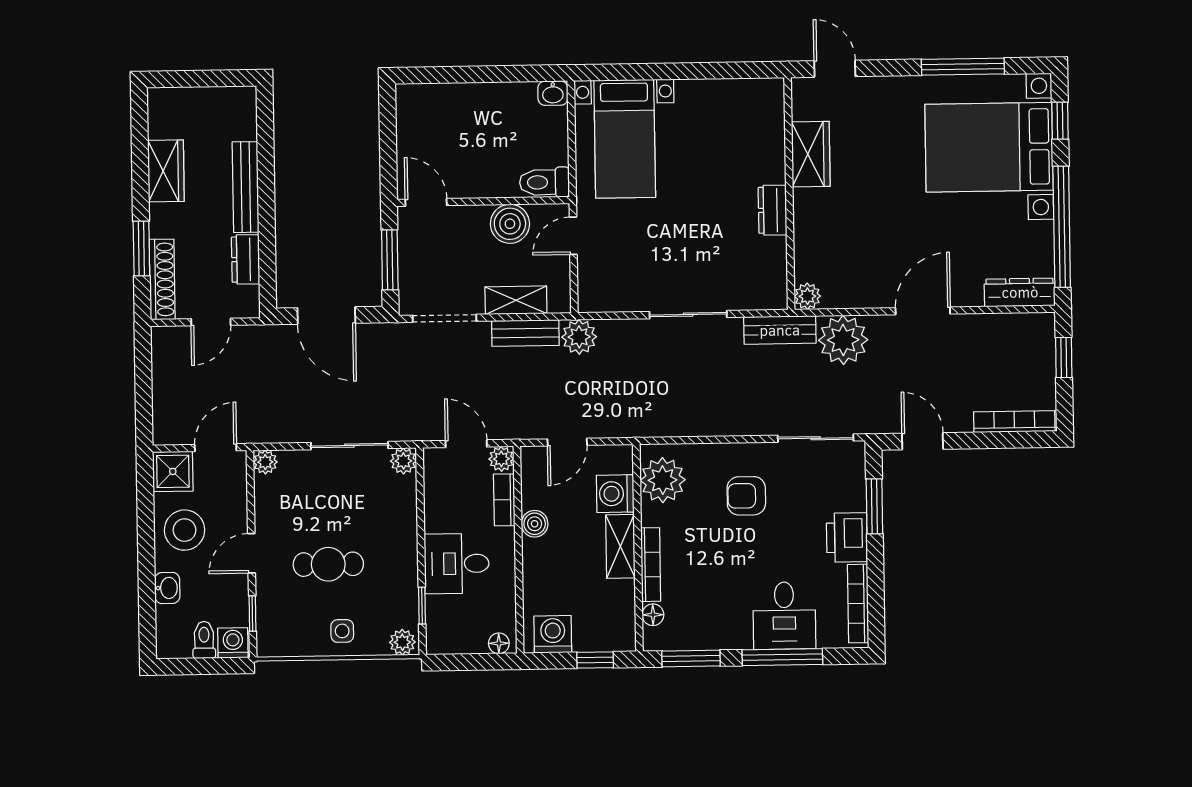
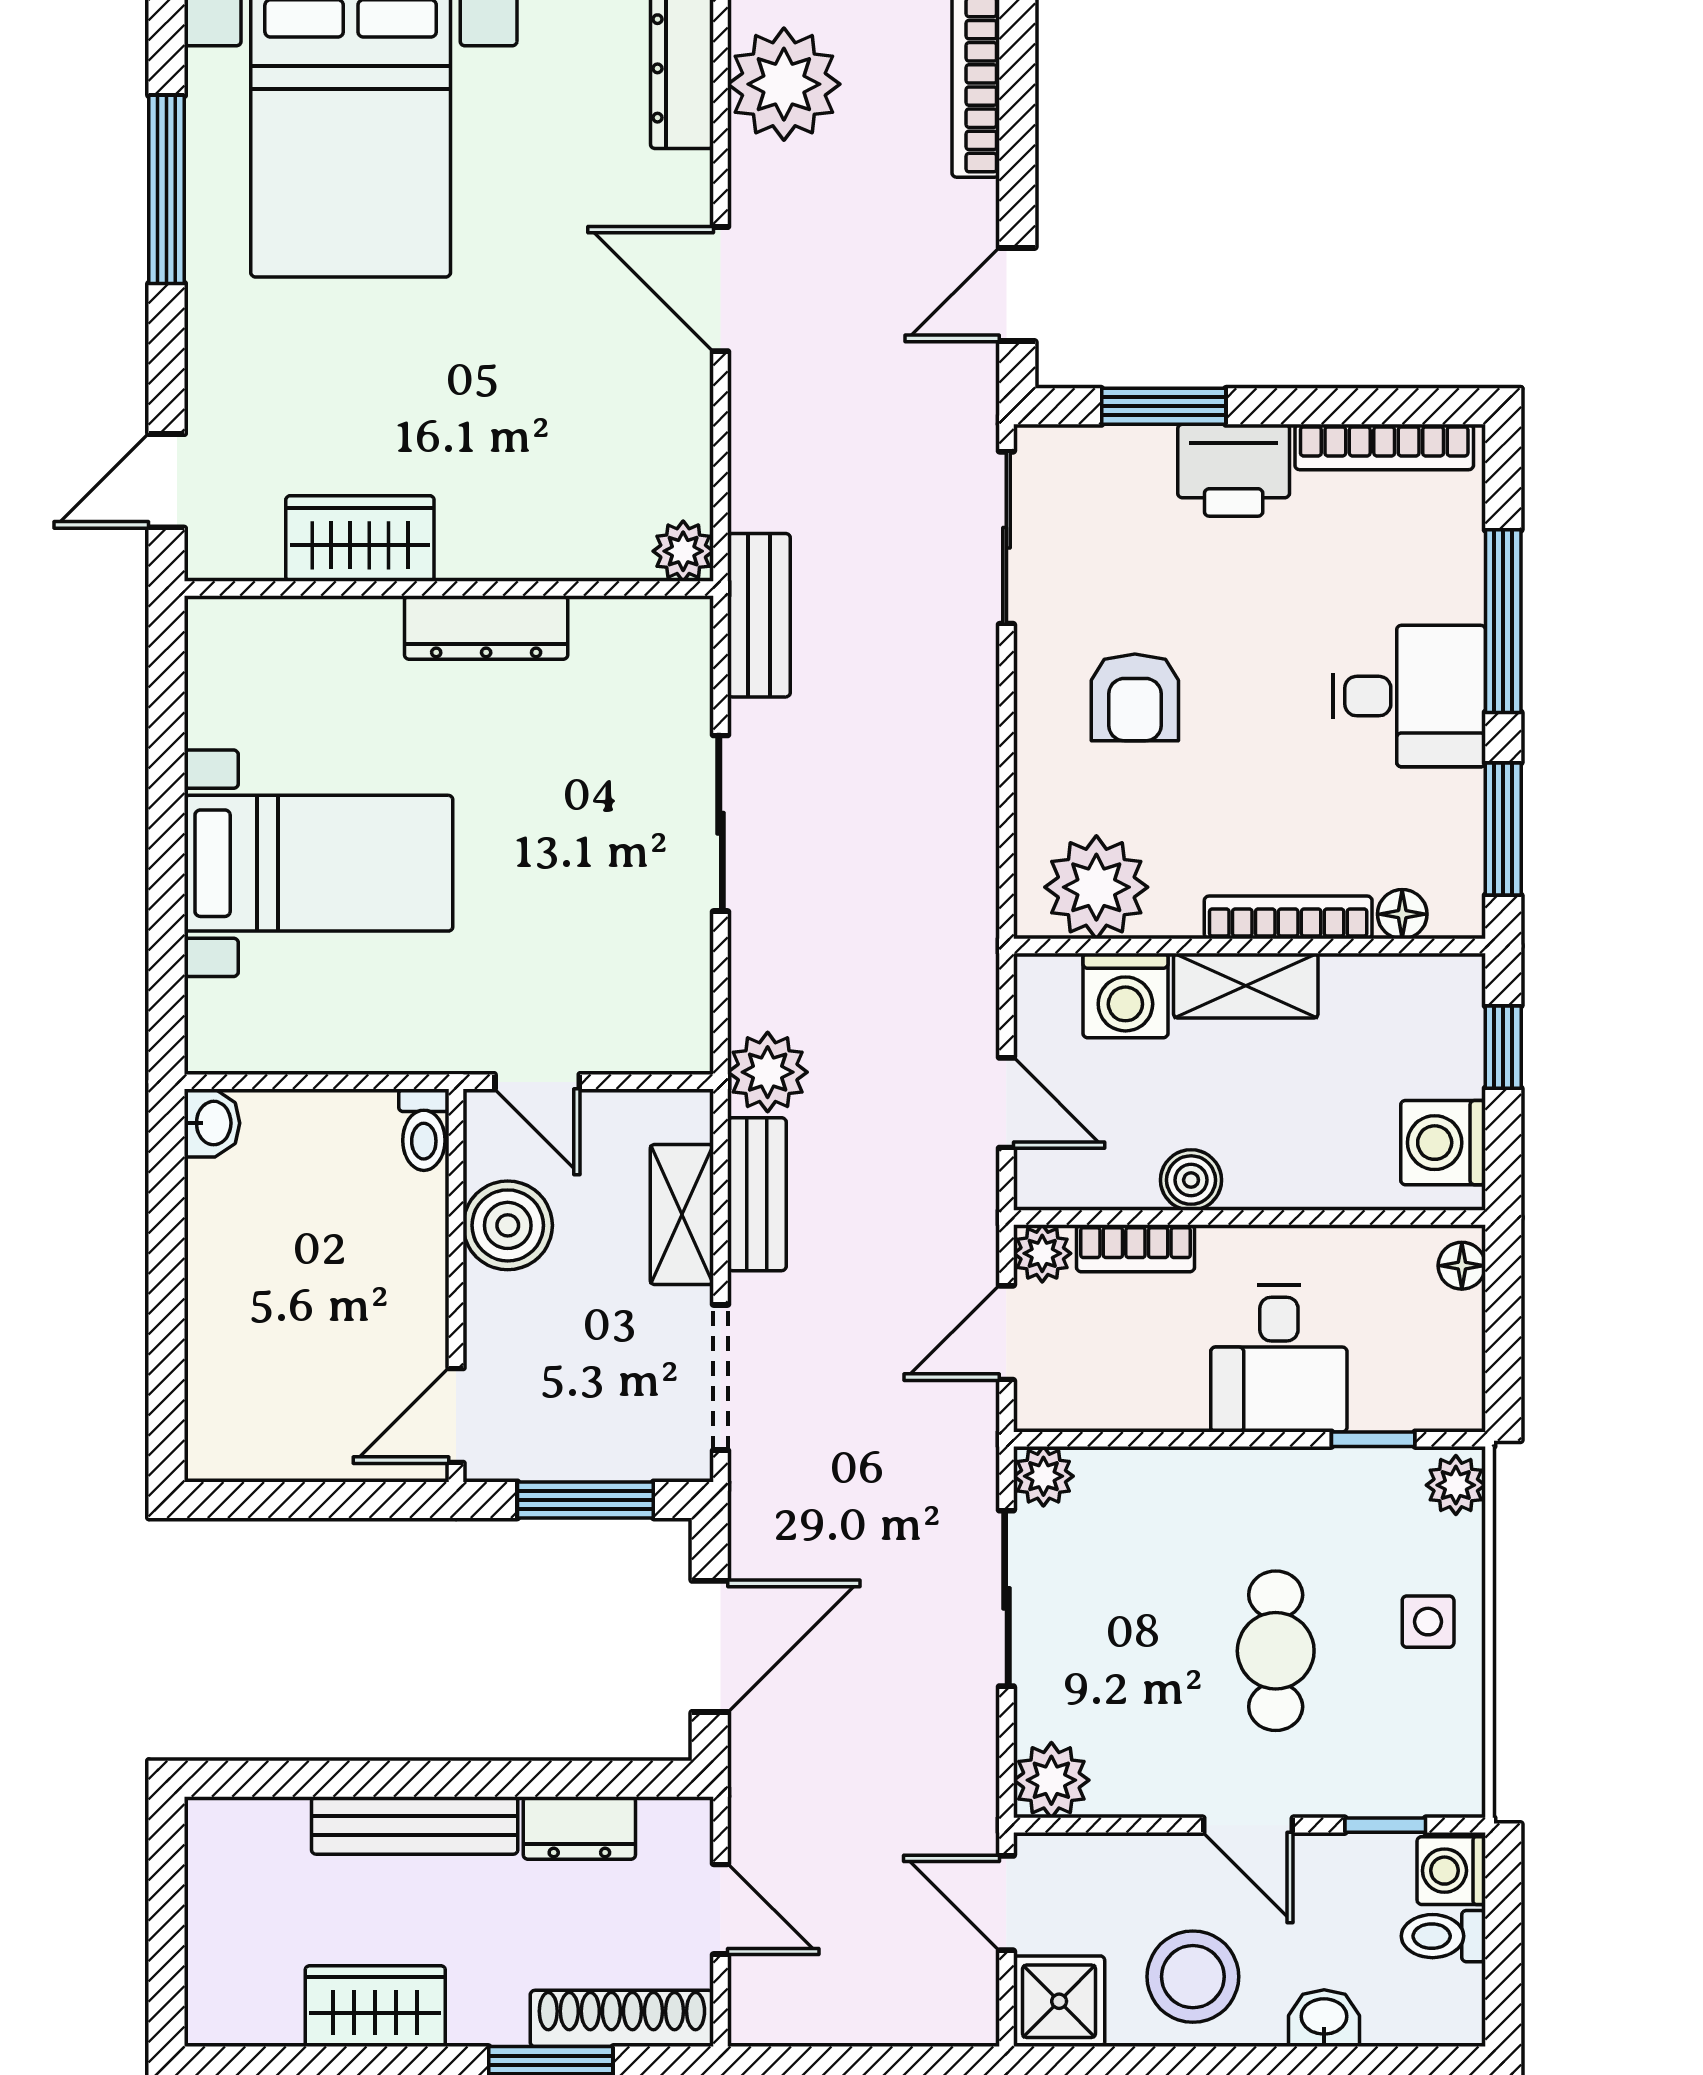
bed with nightstands: (625, 139) -> (319, 863), moved
toilet: (544, 182) -> (424, 1130), width x0.73, depth x0.72
dresser: (772, 210) -> (486, 628), width x1.44
plant: (843, 340) -> (784, 84), moved
plant: (265, 462) -> (1051, 1780), width x1.38, depth x1.38
desk: (784, 616) -> (1409, 696), moved

